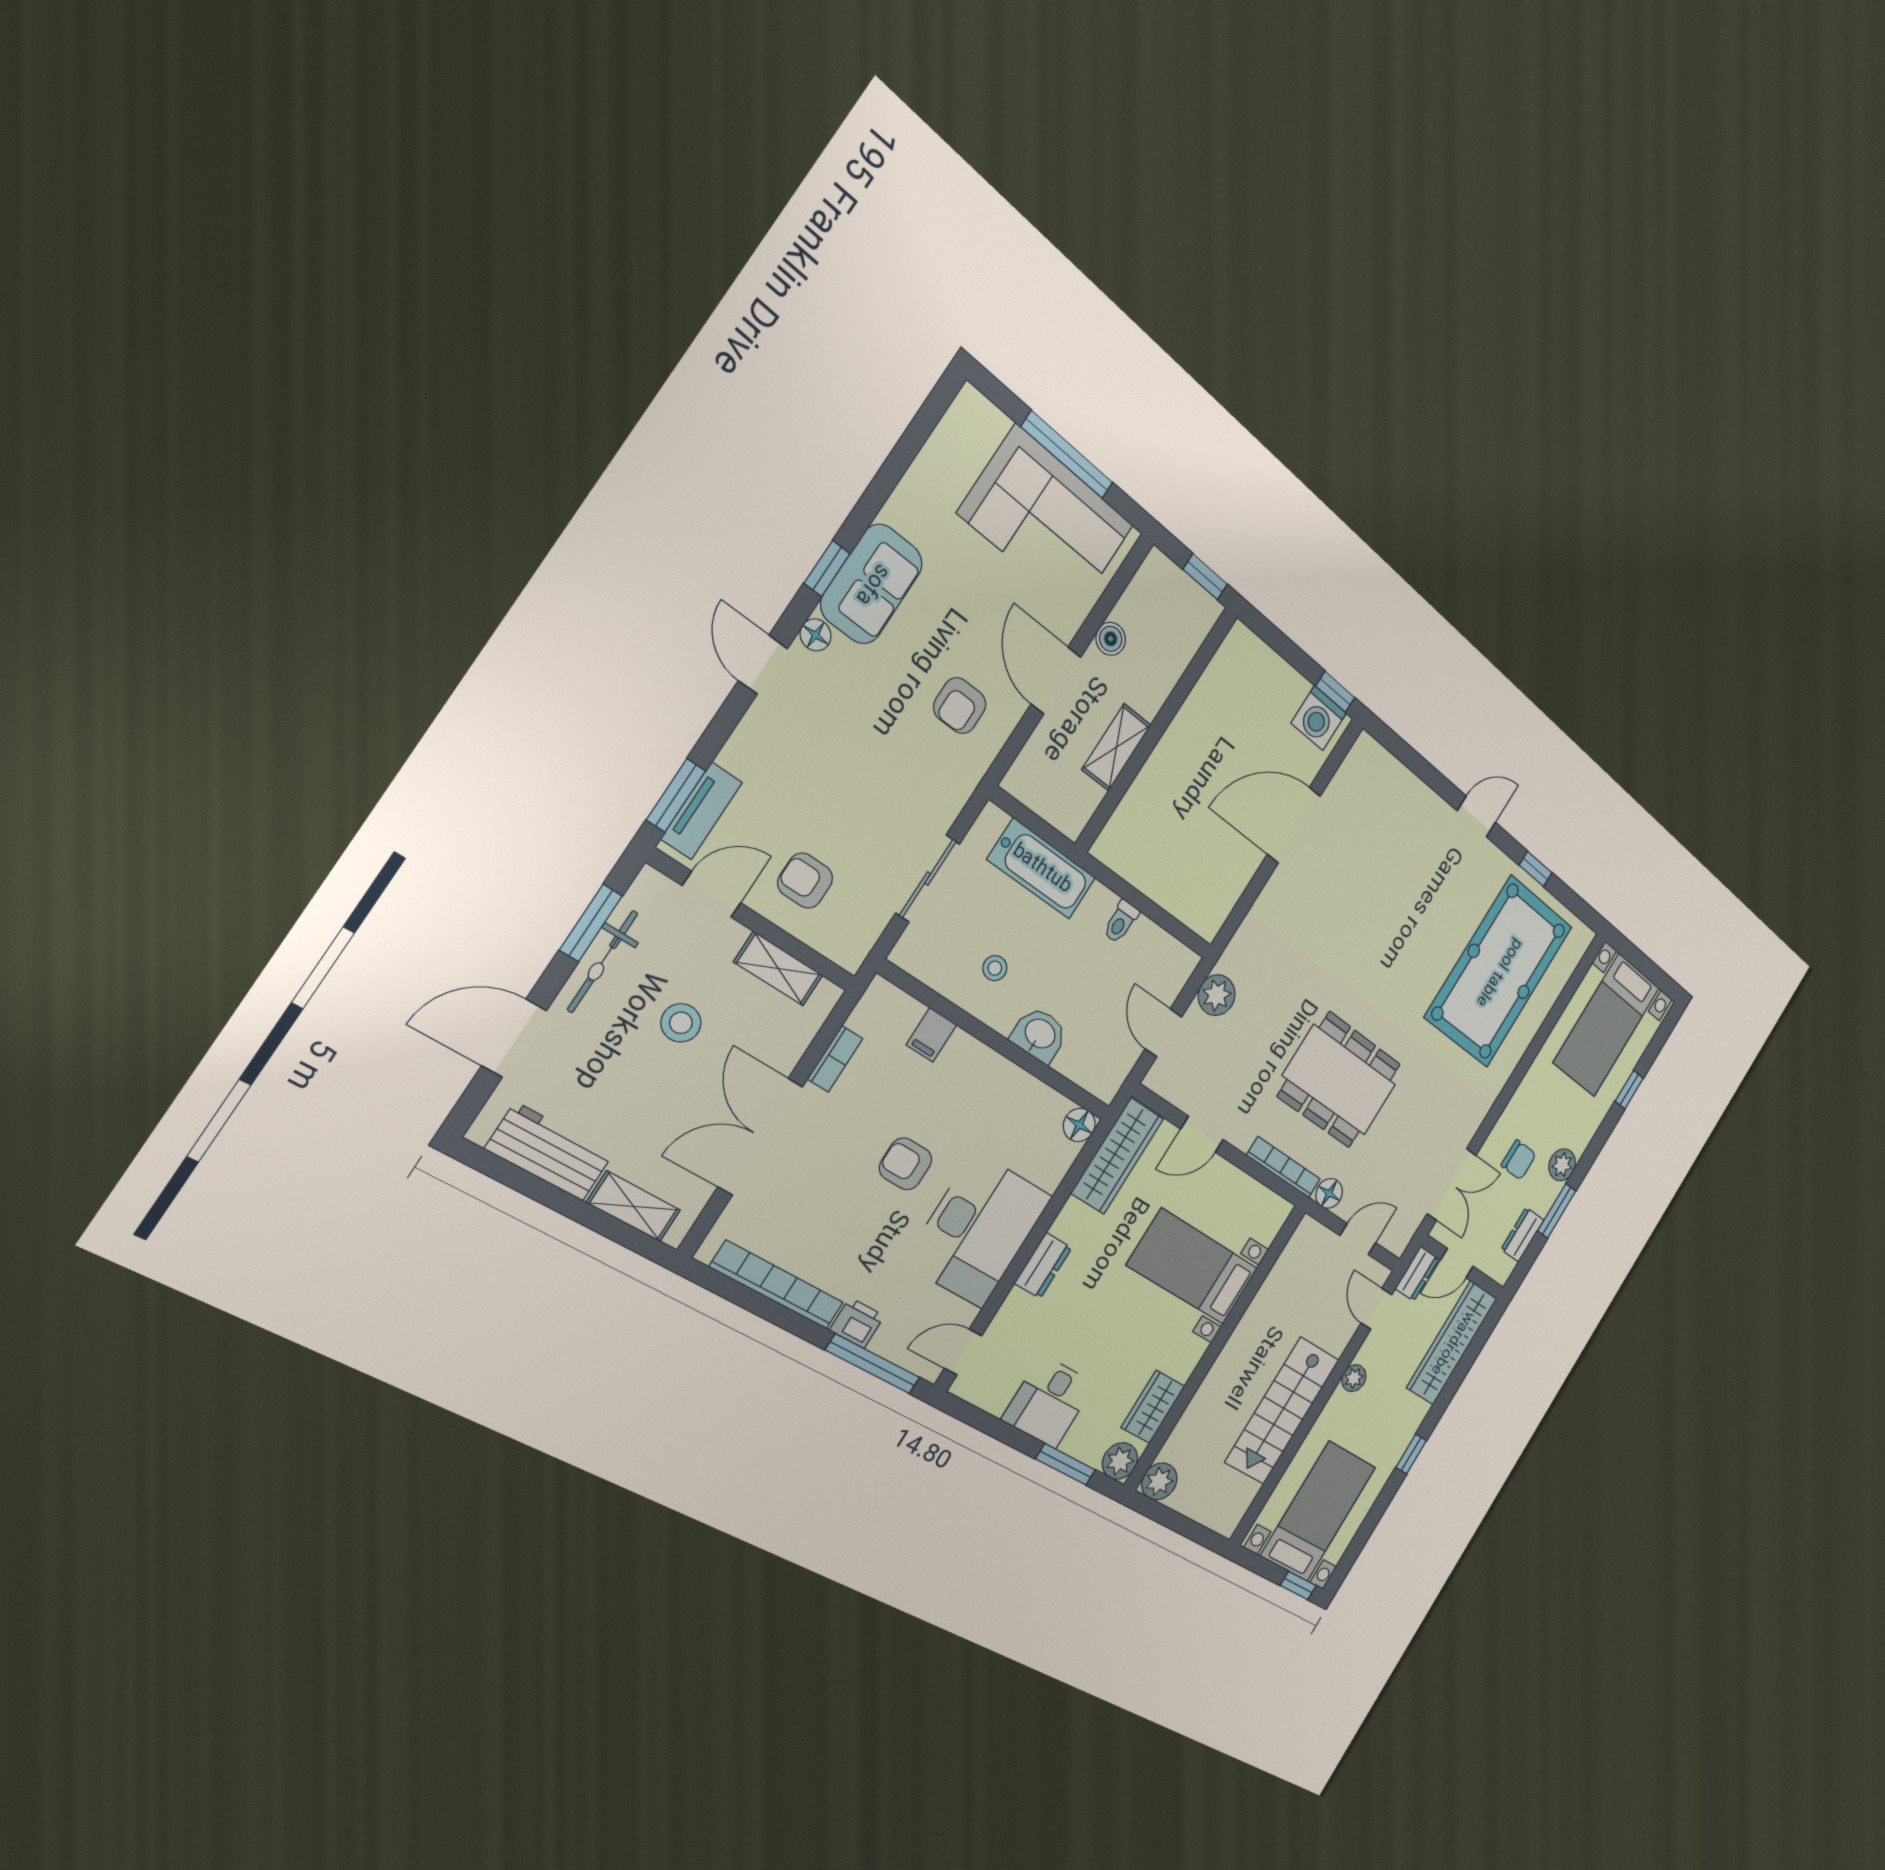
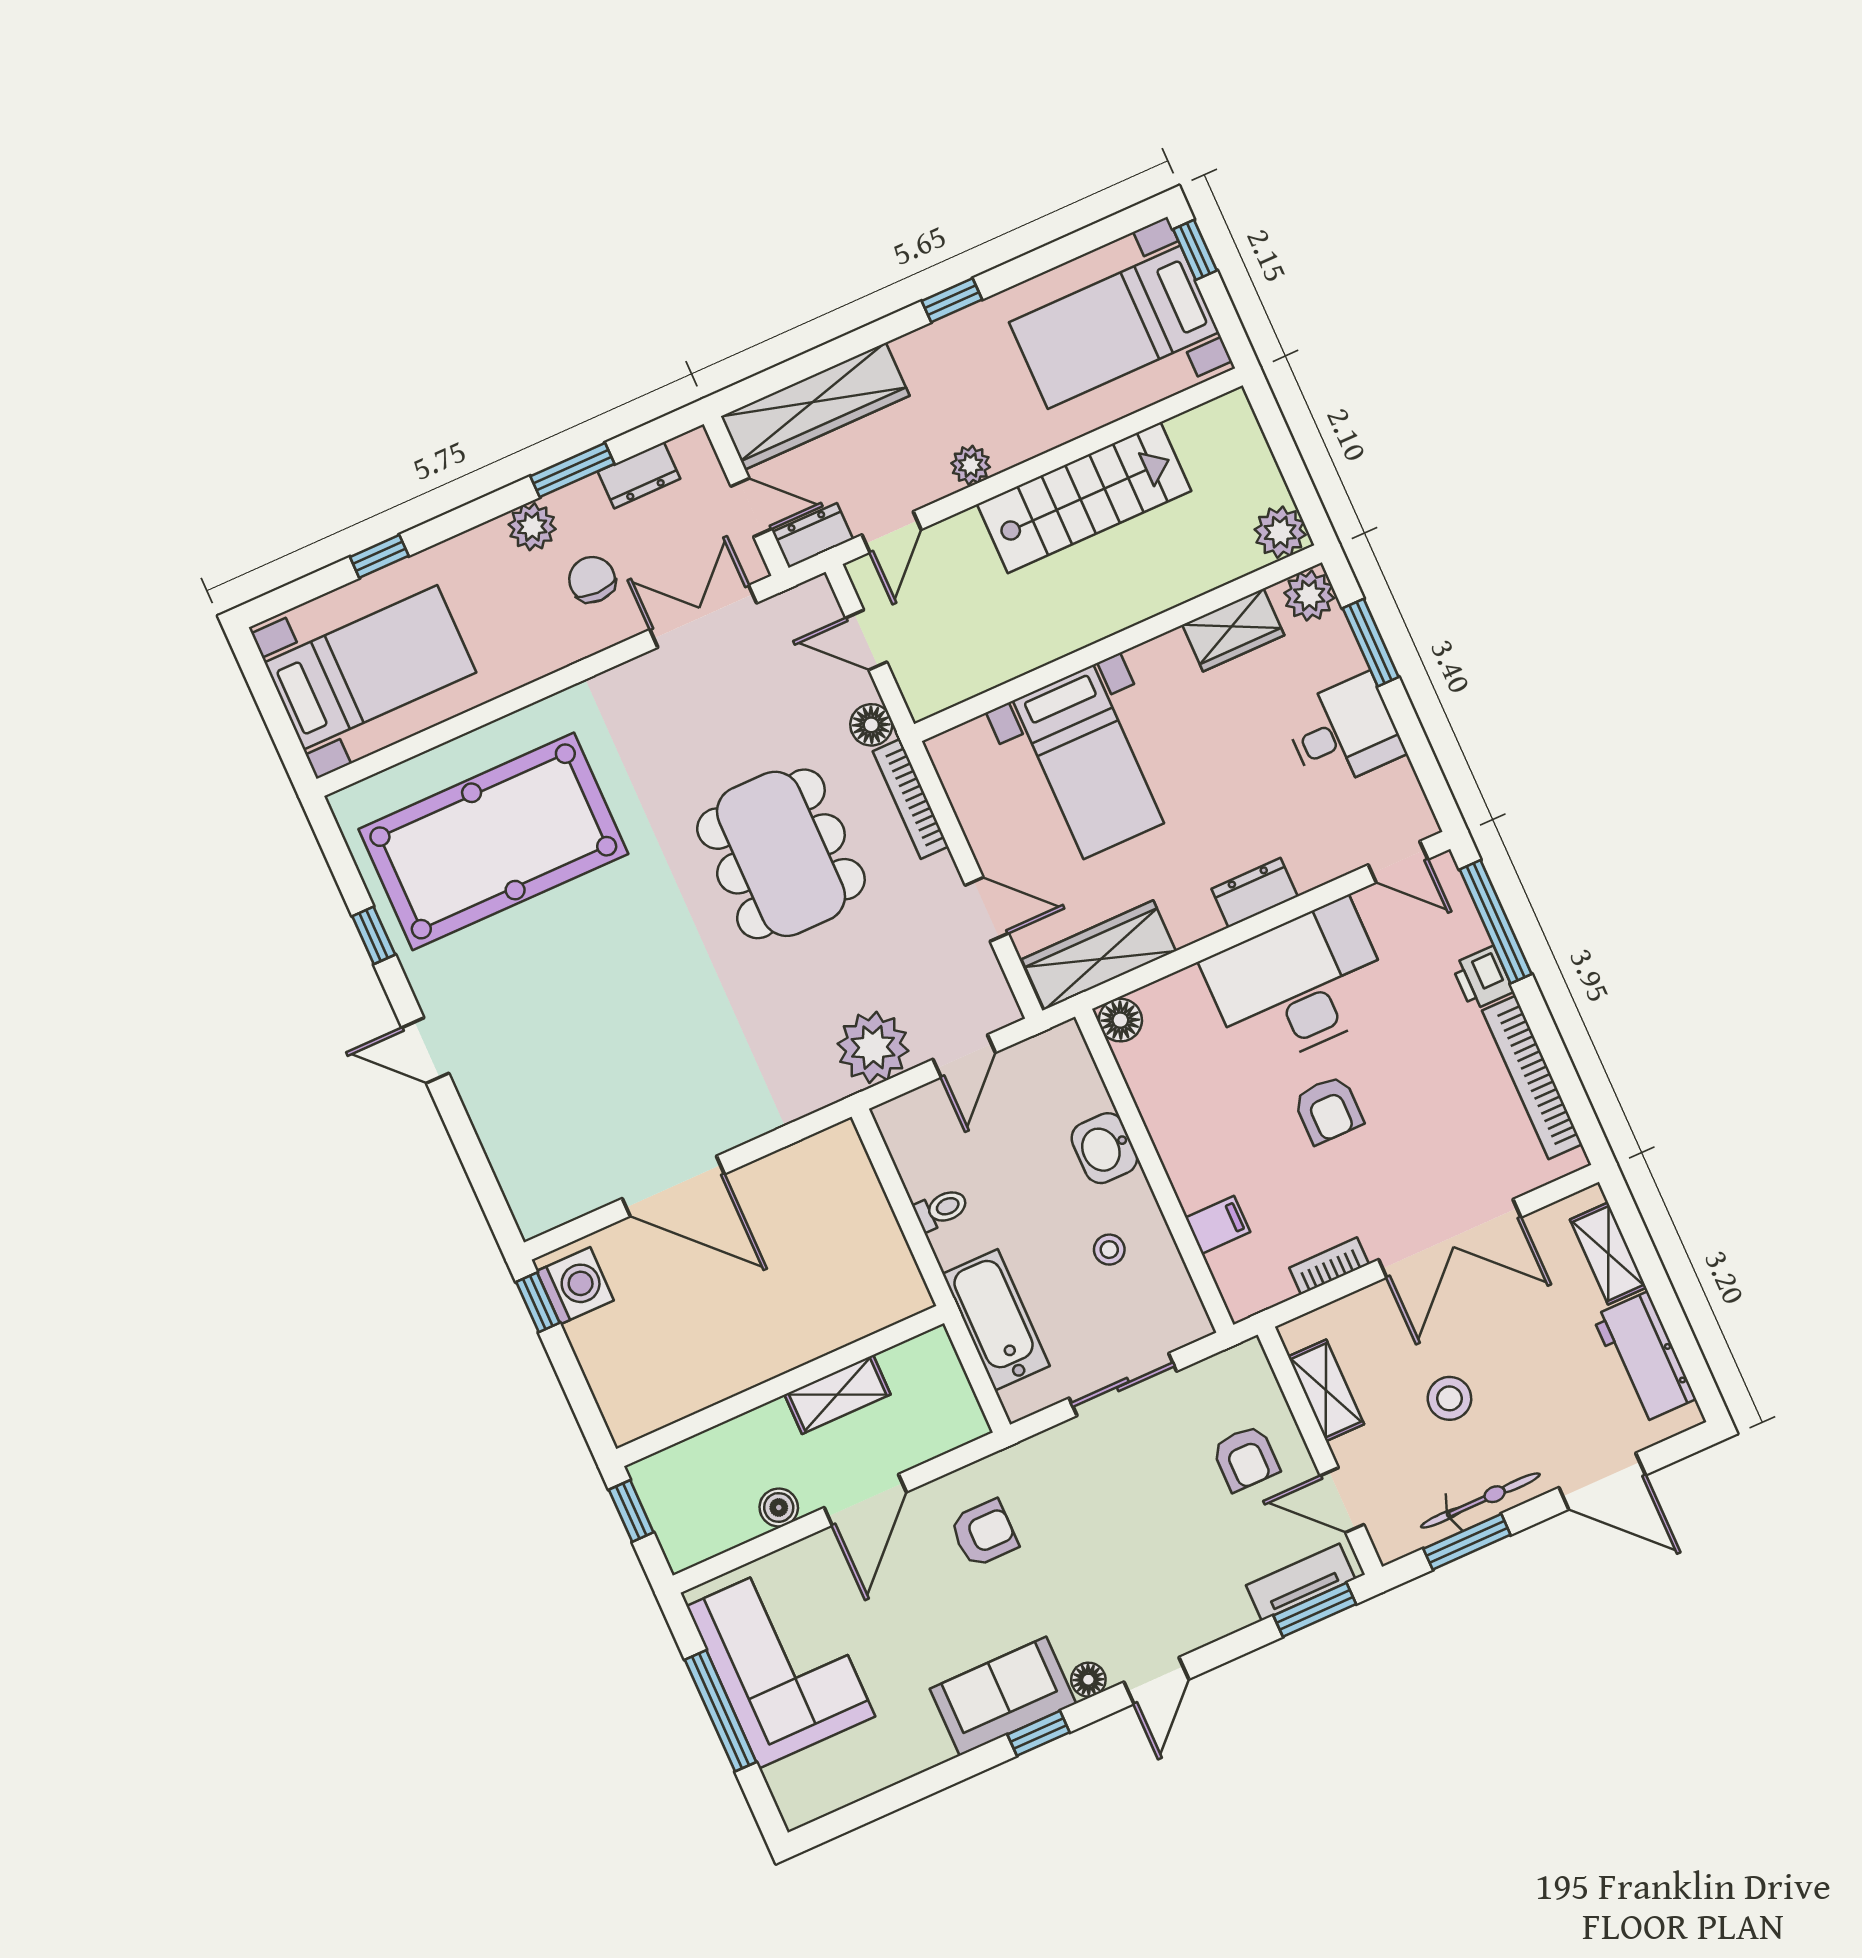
plant: (1217, 995) -> (873, 1047), width x1.36, depth x1.36

